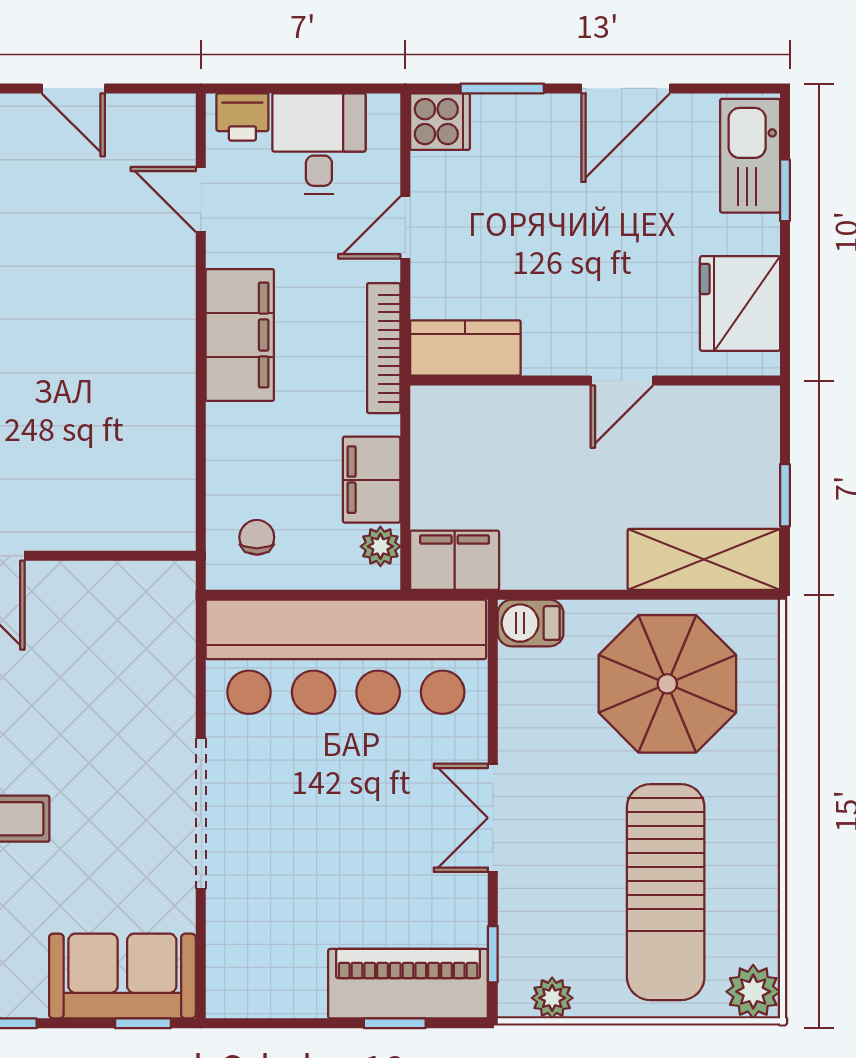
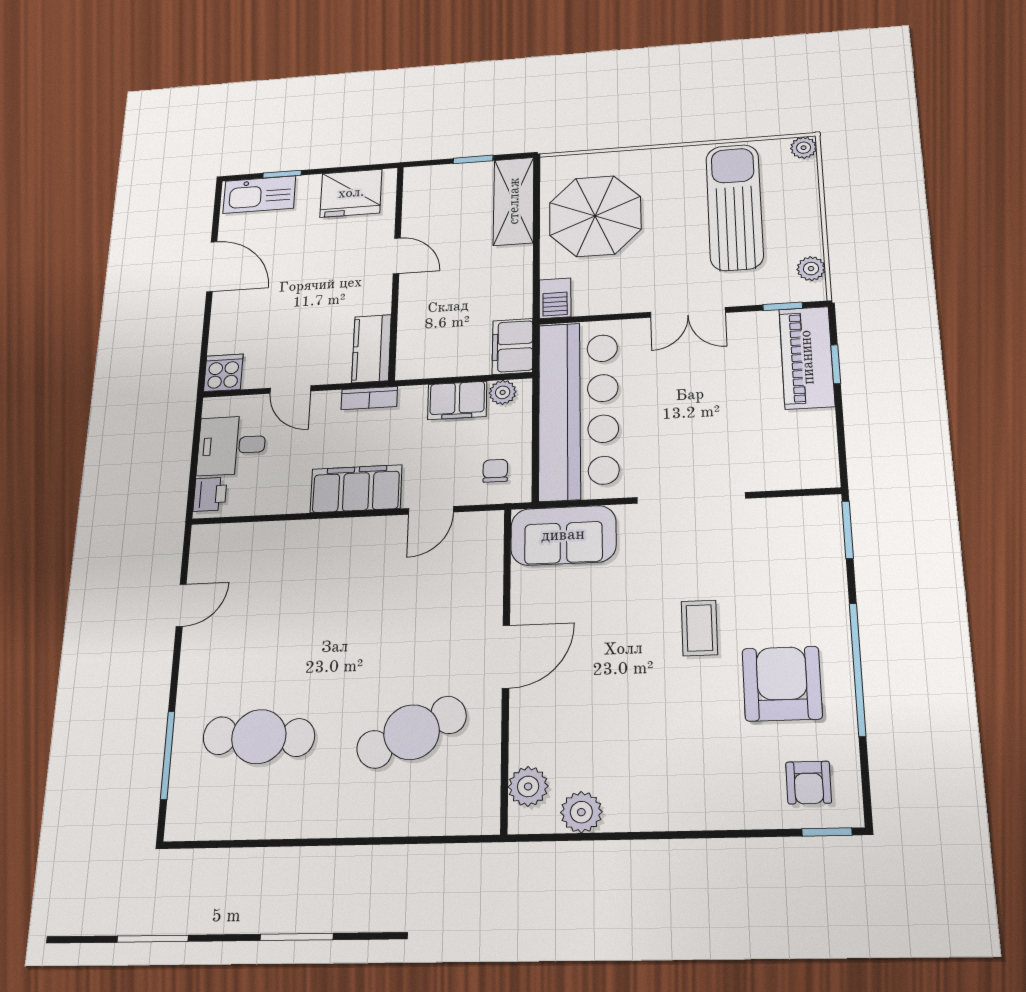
window: (502, 88) -> (205, 337), removed
door: (201, 199) -> (431, 510), moved
bookcase: (384, 348) -> (369, 398), width x0.64
chair: (257, 537) -> (495, 471), turned 90
sun lounger: (666, 892) -> (735, 207), turned -90
sofa: (122, 976) -> (563, 535), moved, turned -90
plant: (753, 992) -> (804, 148), width x0.73, depth x0.73
window: (143, 1023) -> (848, 530), width x1.50

